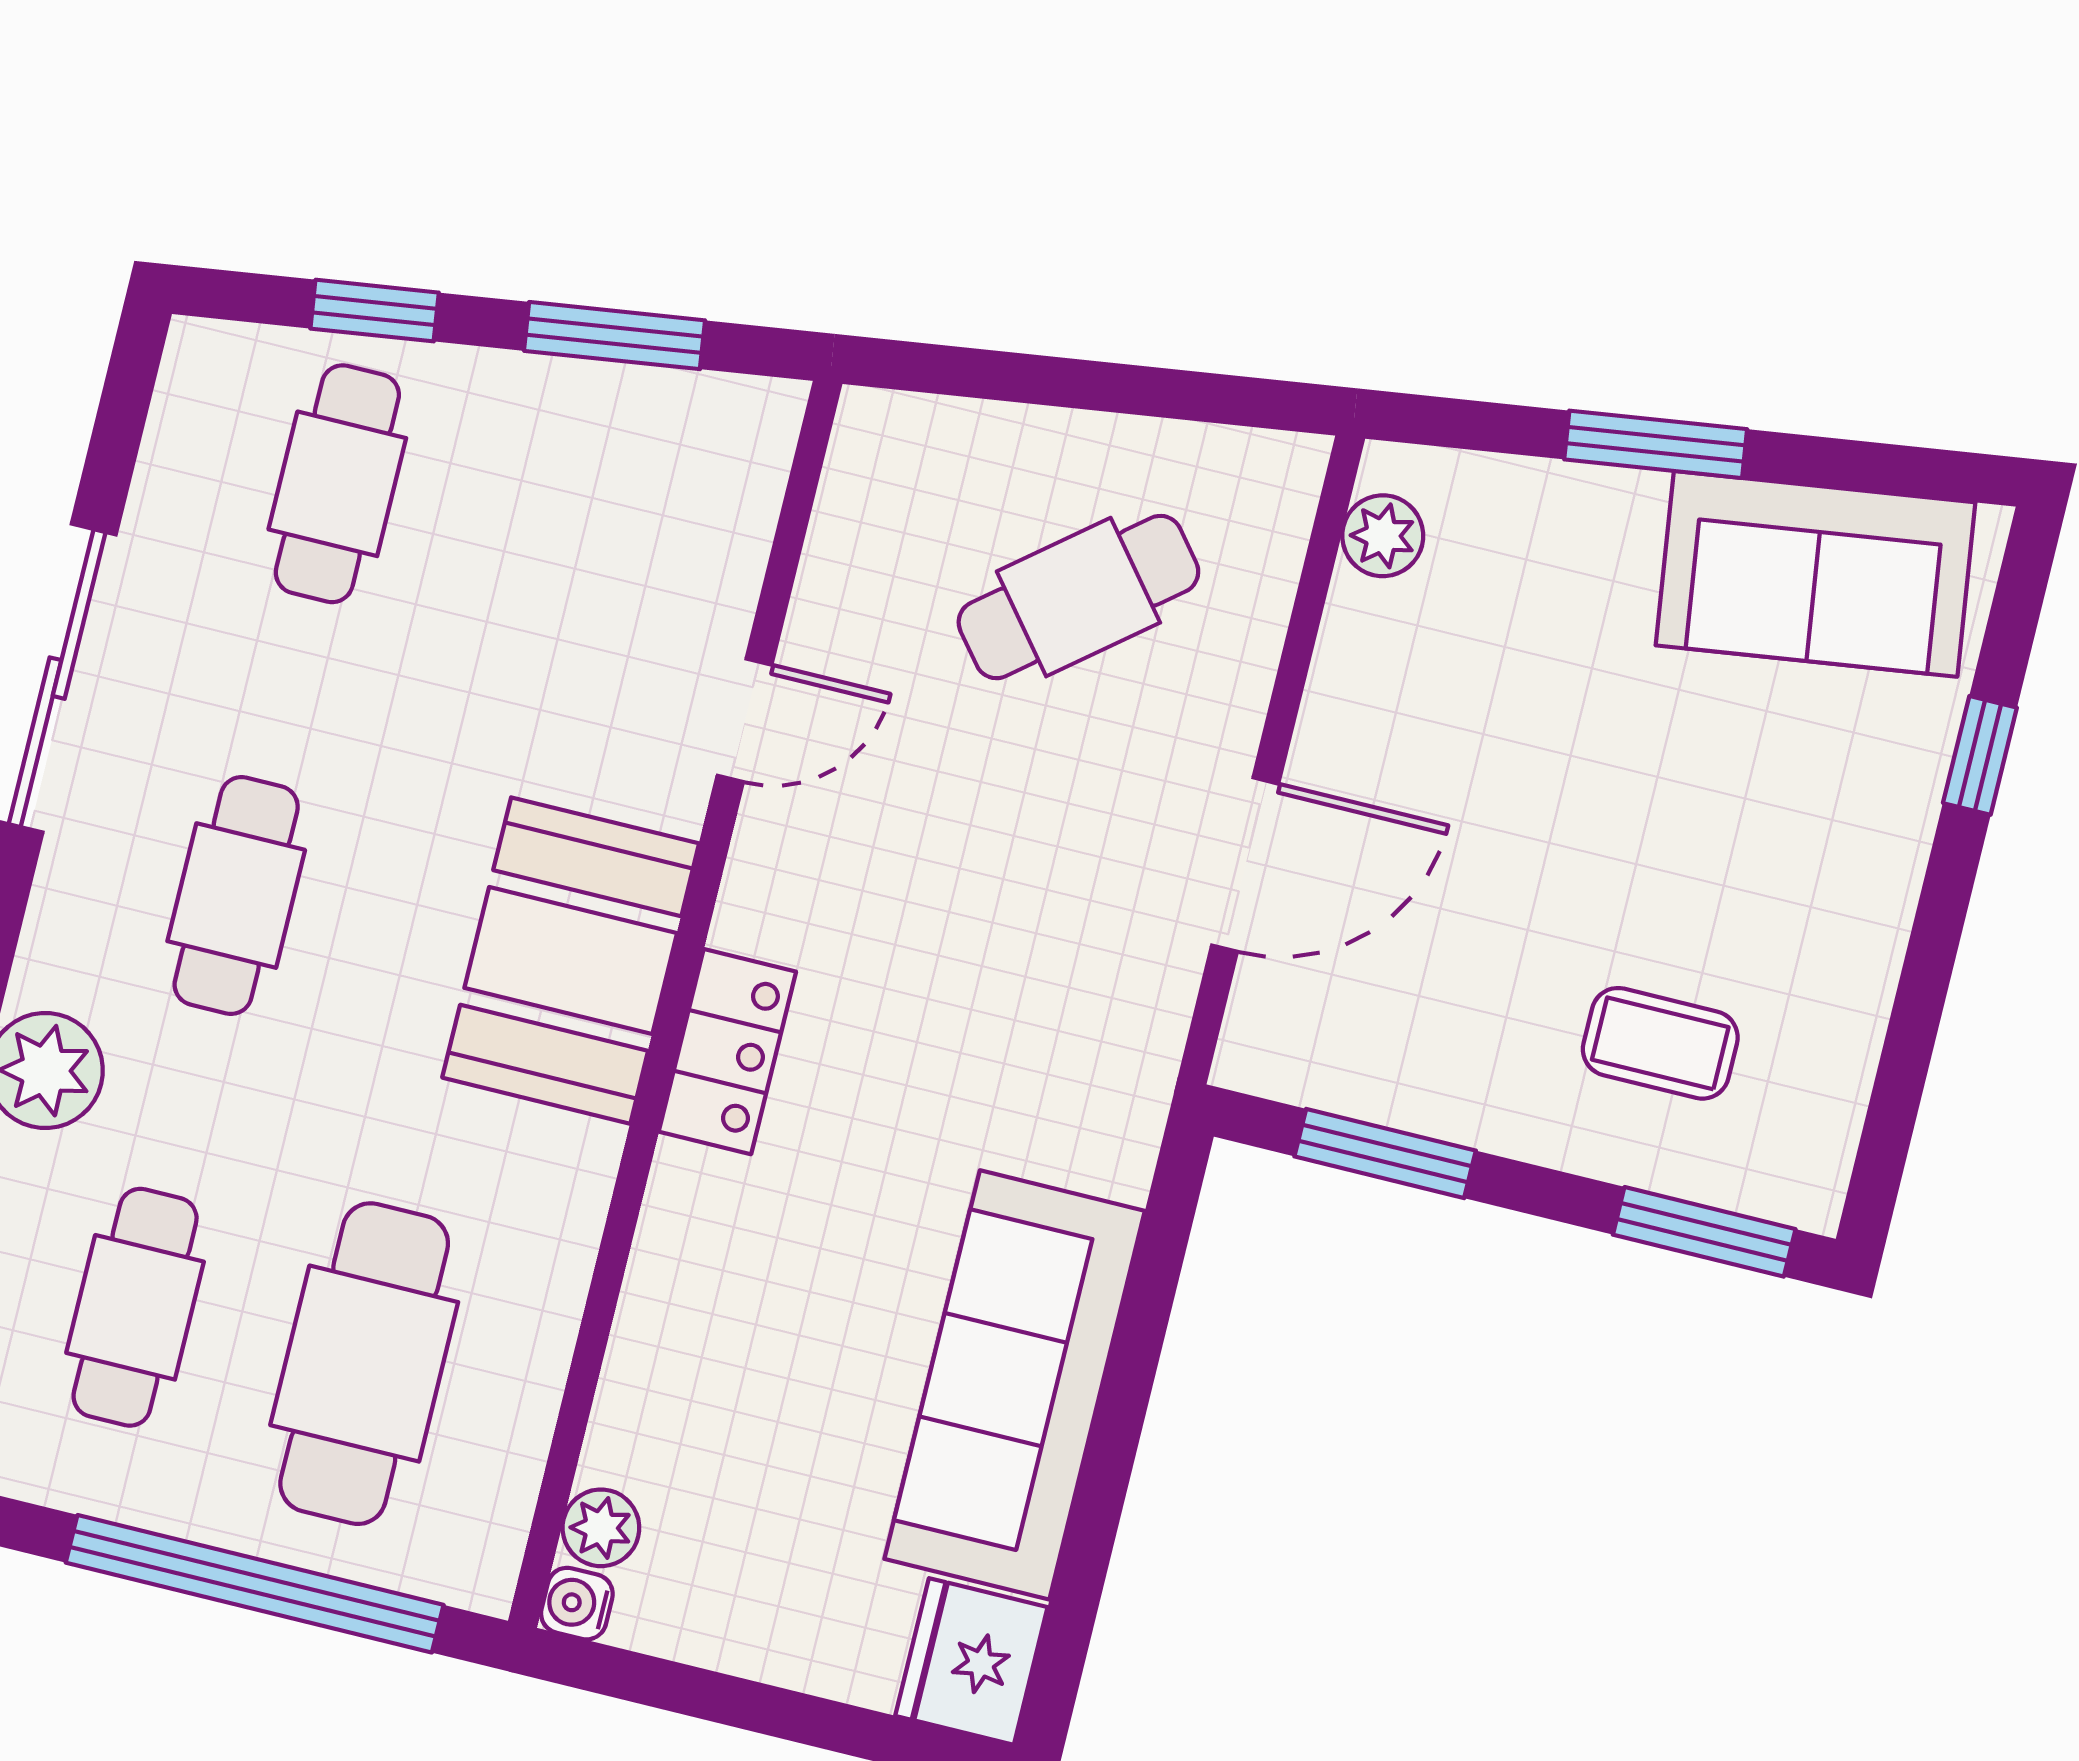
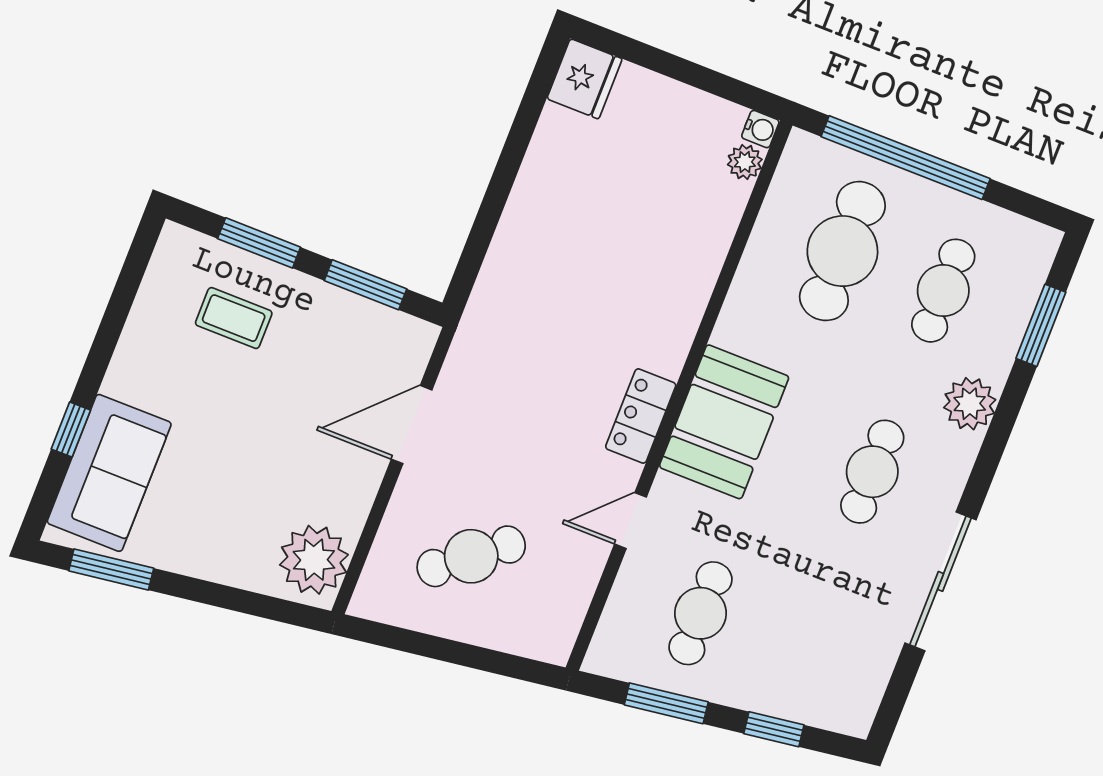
window: (1656, 444) -> (111, 569), moved
cafe table: (337, 484) -> (700, 613), moved
plant: (1383, 536) -> (314, 560), width x1.88, depth x1.88
sofa: (1816, 574) -> (109, 473), moved, turned 98
locker: (727, 1052) -> (641, 416), moved
window: (1704, 1232) -> (259, 243), moved
sofa: (1015, 1385) -> (548, 202), removed

